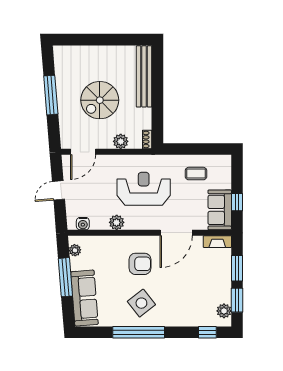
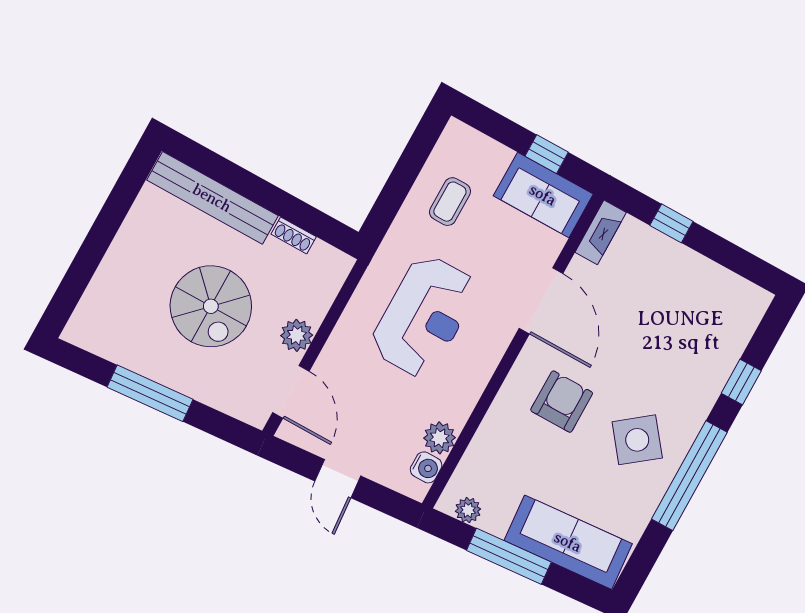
shoe rack: (147, 140) -> (294, 235), moved
plant: (121, 141) -> (297, 335), moved
reception desk: (144, 189) -> (424, 316), turned 180
plant: (117, 222) -> (440, 438), moved
window: (237, 268) -> (671, 223), width x0.67
window: (237, 300) -> (732, 257), removed
plant: (224, 311) -> (738, 292), removed
window: (207, 332) -> (741, 382), moved

